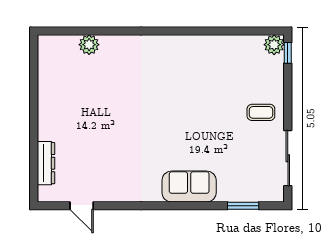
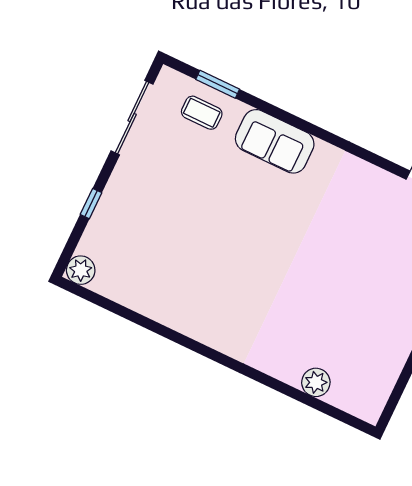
window: (288, 53) -> (91, 204), moved
coffee table: (261, 112) -> (202, 113), moved

